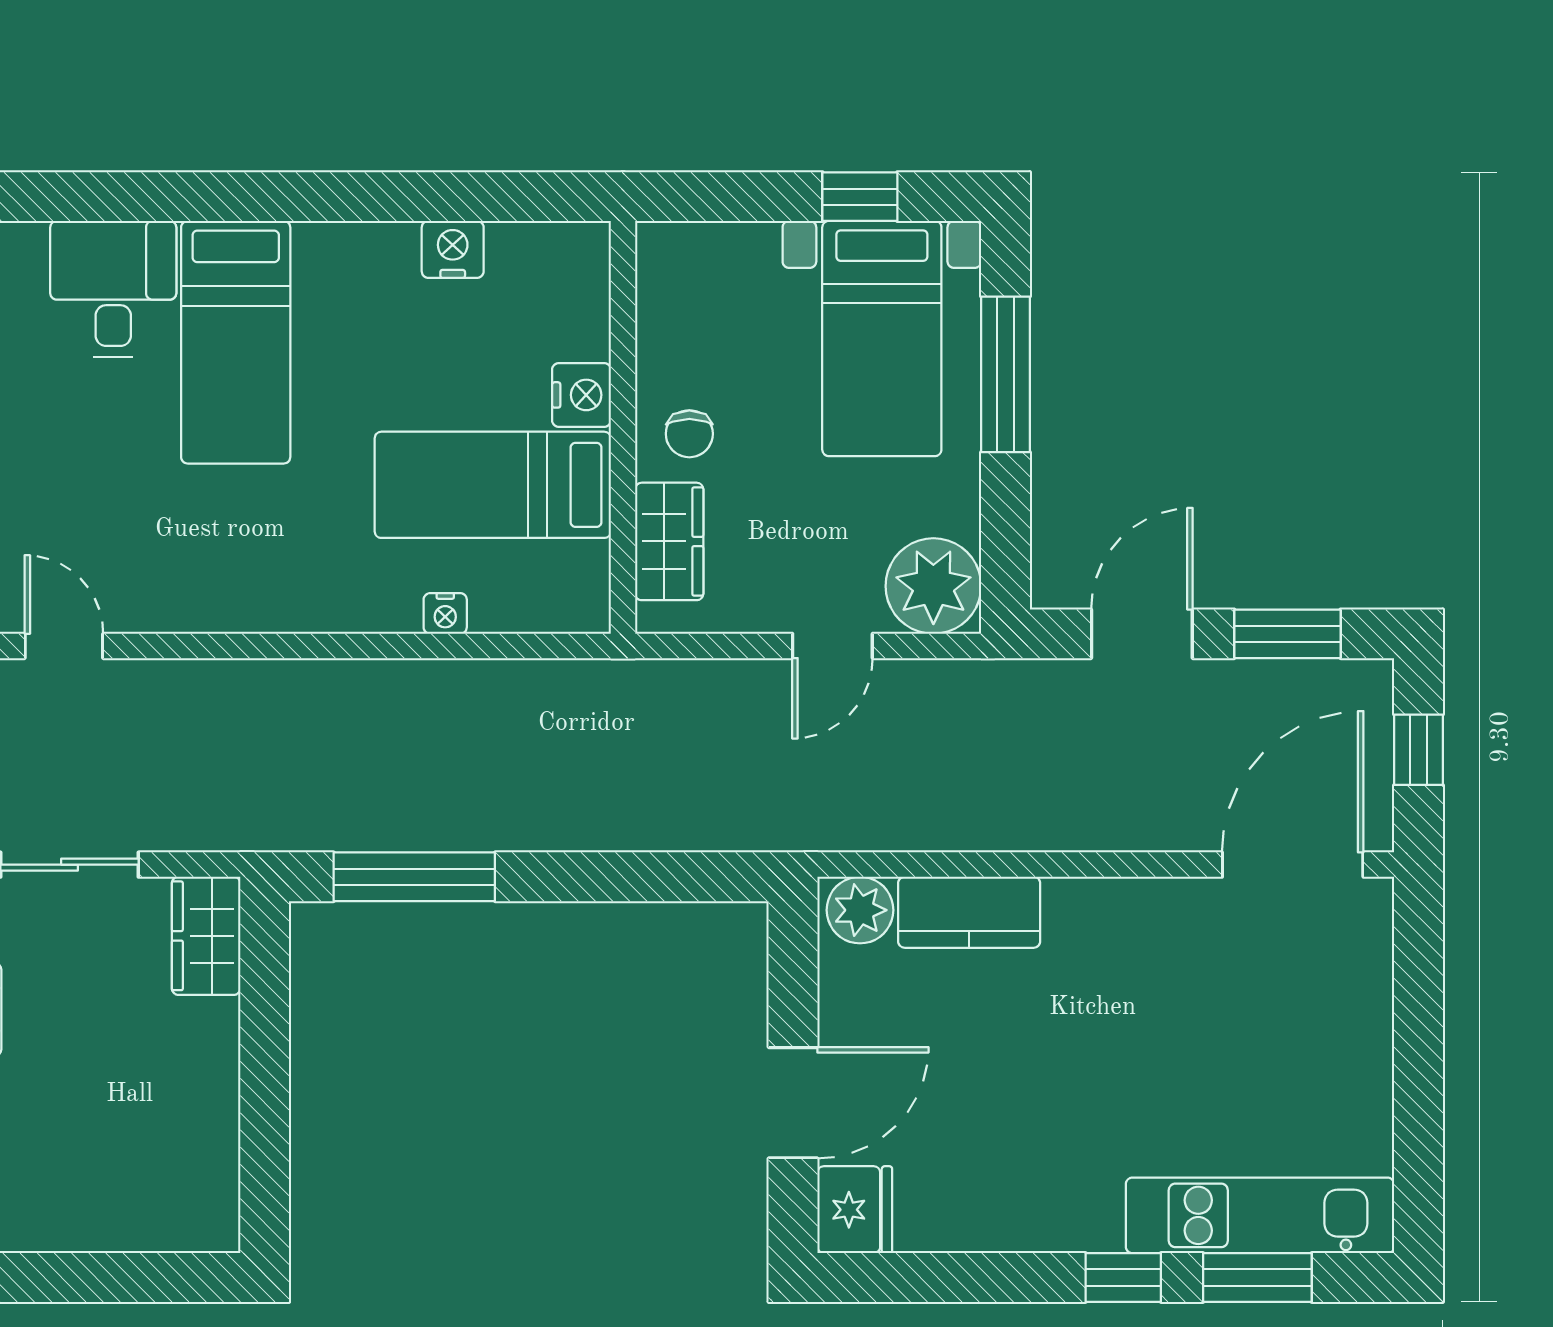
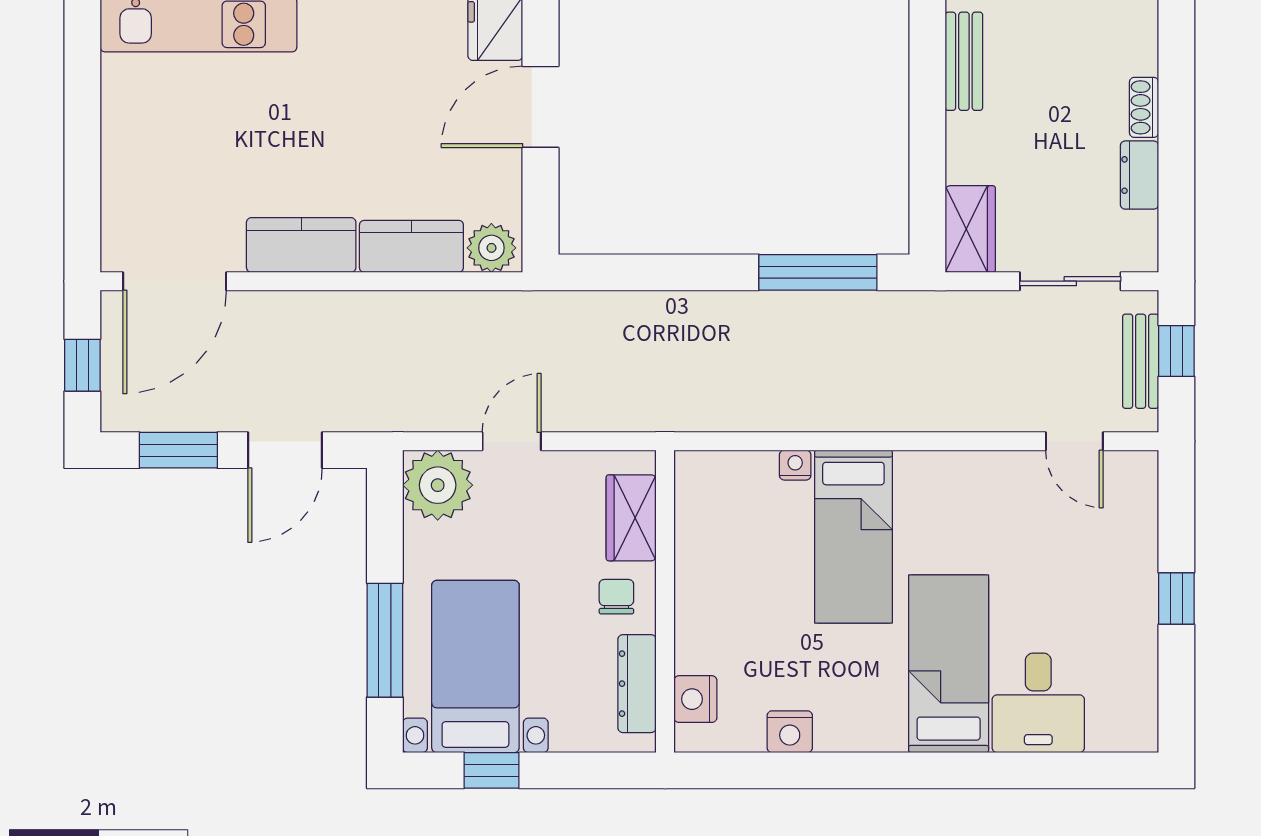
dresser: (661, 315) -> (637, 684), added
nightstand: (581, 395) -> (695, 699), moved
bed: (493, 485) -> (853, 537), moved, turned 90
kitchen counter: (1120, 914) -> (301, 245), added
bench: (215, 1165) -> (964, 61), added

